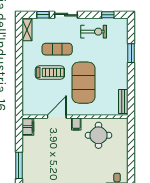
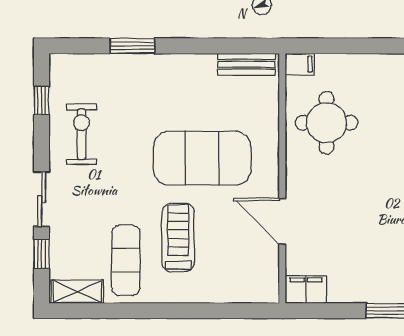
exercise mat: (57, 49) -> (126, 260), moved
filing cabinet: (76, 124) -> (300, 64), moved

